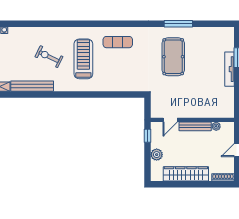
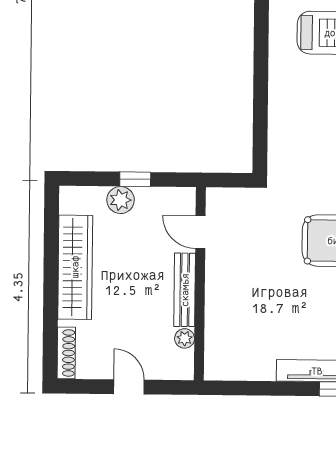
window: (148, 136) -> (135, 179), moved

